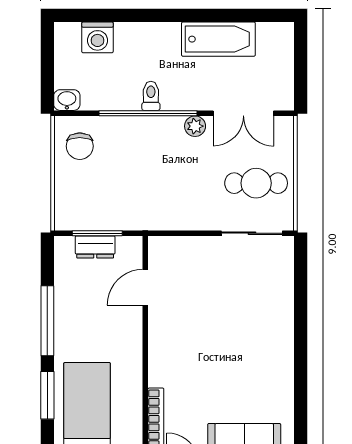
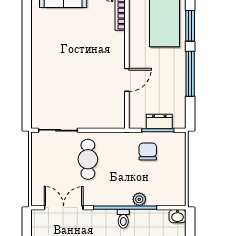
plant: (195, 126) -> (139, 199), moved
chair: (80, 146) -> (148, 151), moved
cafe table: (256, 183) -> (88, 159), moved, turned 90
door: (145, 287) -> (127, 80), moved

